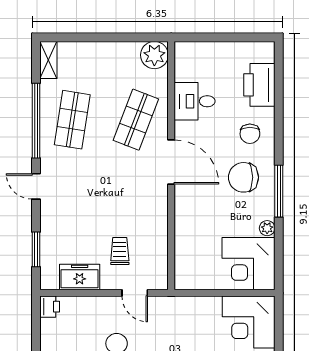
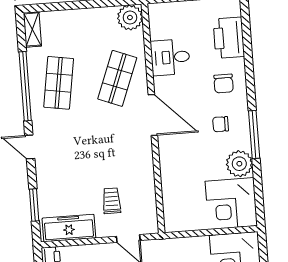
chair: (243, 177) -> (221, 124), width x0.54, depth x0.54
plant: (267, 228) -> (239, 164), width x1.87, depth x1.87
freezer: (80, 277) -> (69, 228), width x1.40

